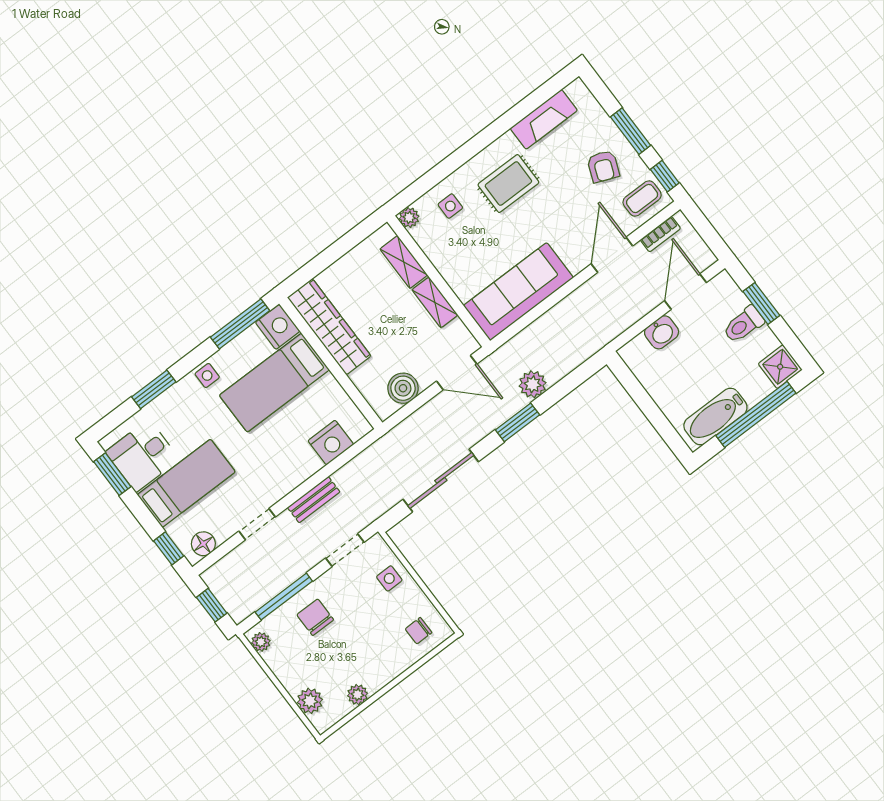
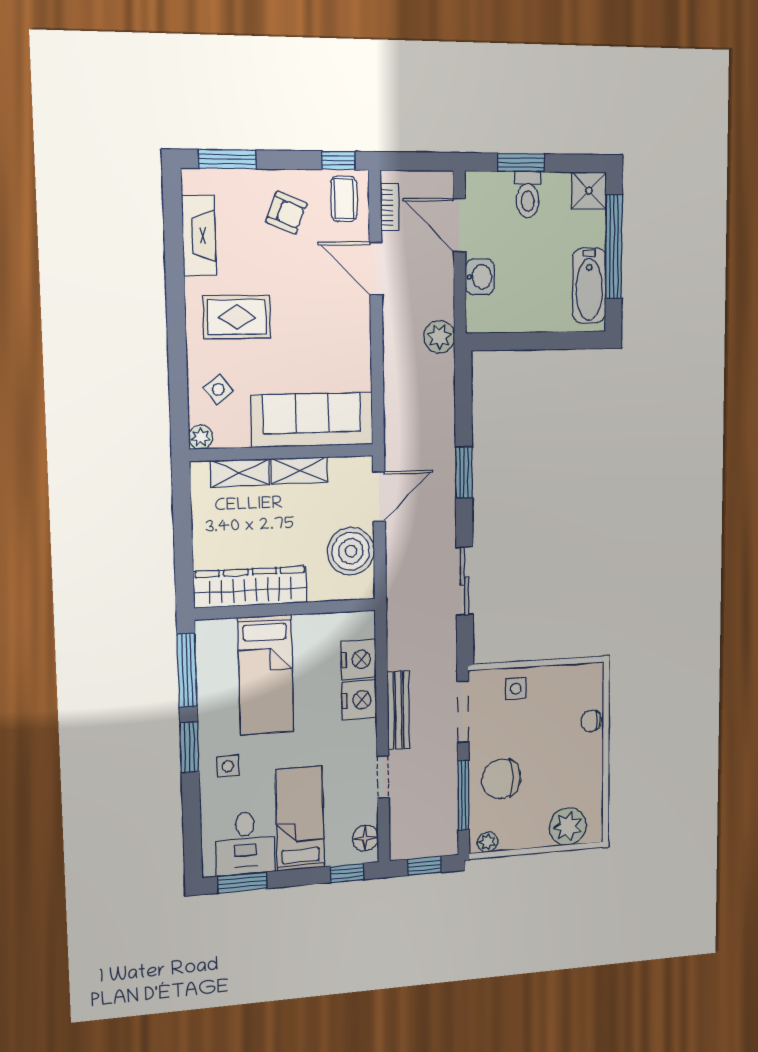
window: (631, 131) -> (227, 159), moved
rug: (508, 184) -> (237, 317), turned 90
side table: (450, 206) -> (218, 389), turned -38
sofa: (518, 292) -> (312, 420), moved, turned 90
nightstand: (278, 327) -> (359, 700), moved, turned 90
side table: (207, 376) -> (228, 766), moved
plant: (533, 384) -> (439, 337), moved
boiler: (403, 388) -> (351, 551), width x1.37, depth x1.37
window: (154, 389) -> (189, 747), moved
sliding door: (441, 480) -> (465, 581), width x0.73
bench: (314, 500) -> (398, 710), width x1.36
doorway: (345, 550) -> (463, 712), width x1.38
chair: (315, 617) -> (501, 779), width x1.37, depth x1.37
chair: (418, 631) -> (591, 721), moved, turned 90
plant: (358, 695) -> (592, 785), removed
plant: (310, 701) -> (568, 826), width x1.36, depth x1.36

